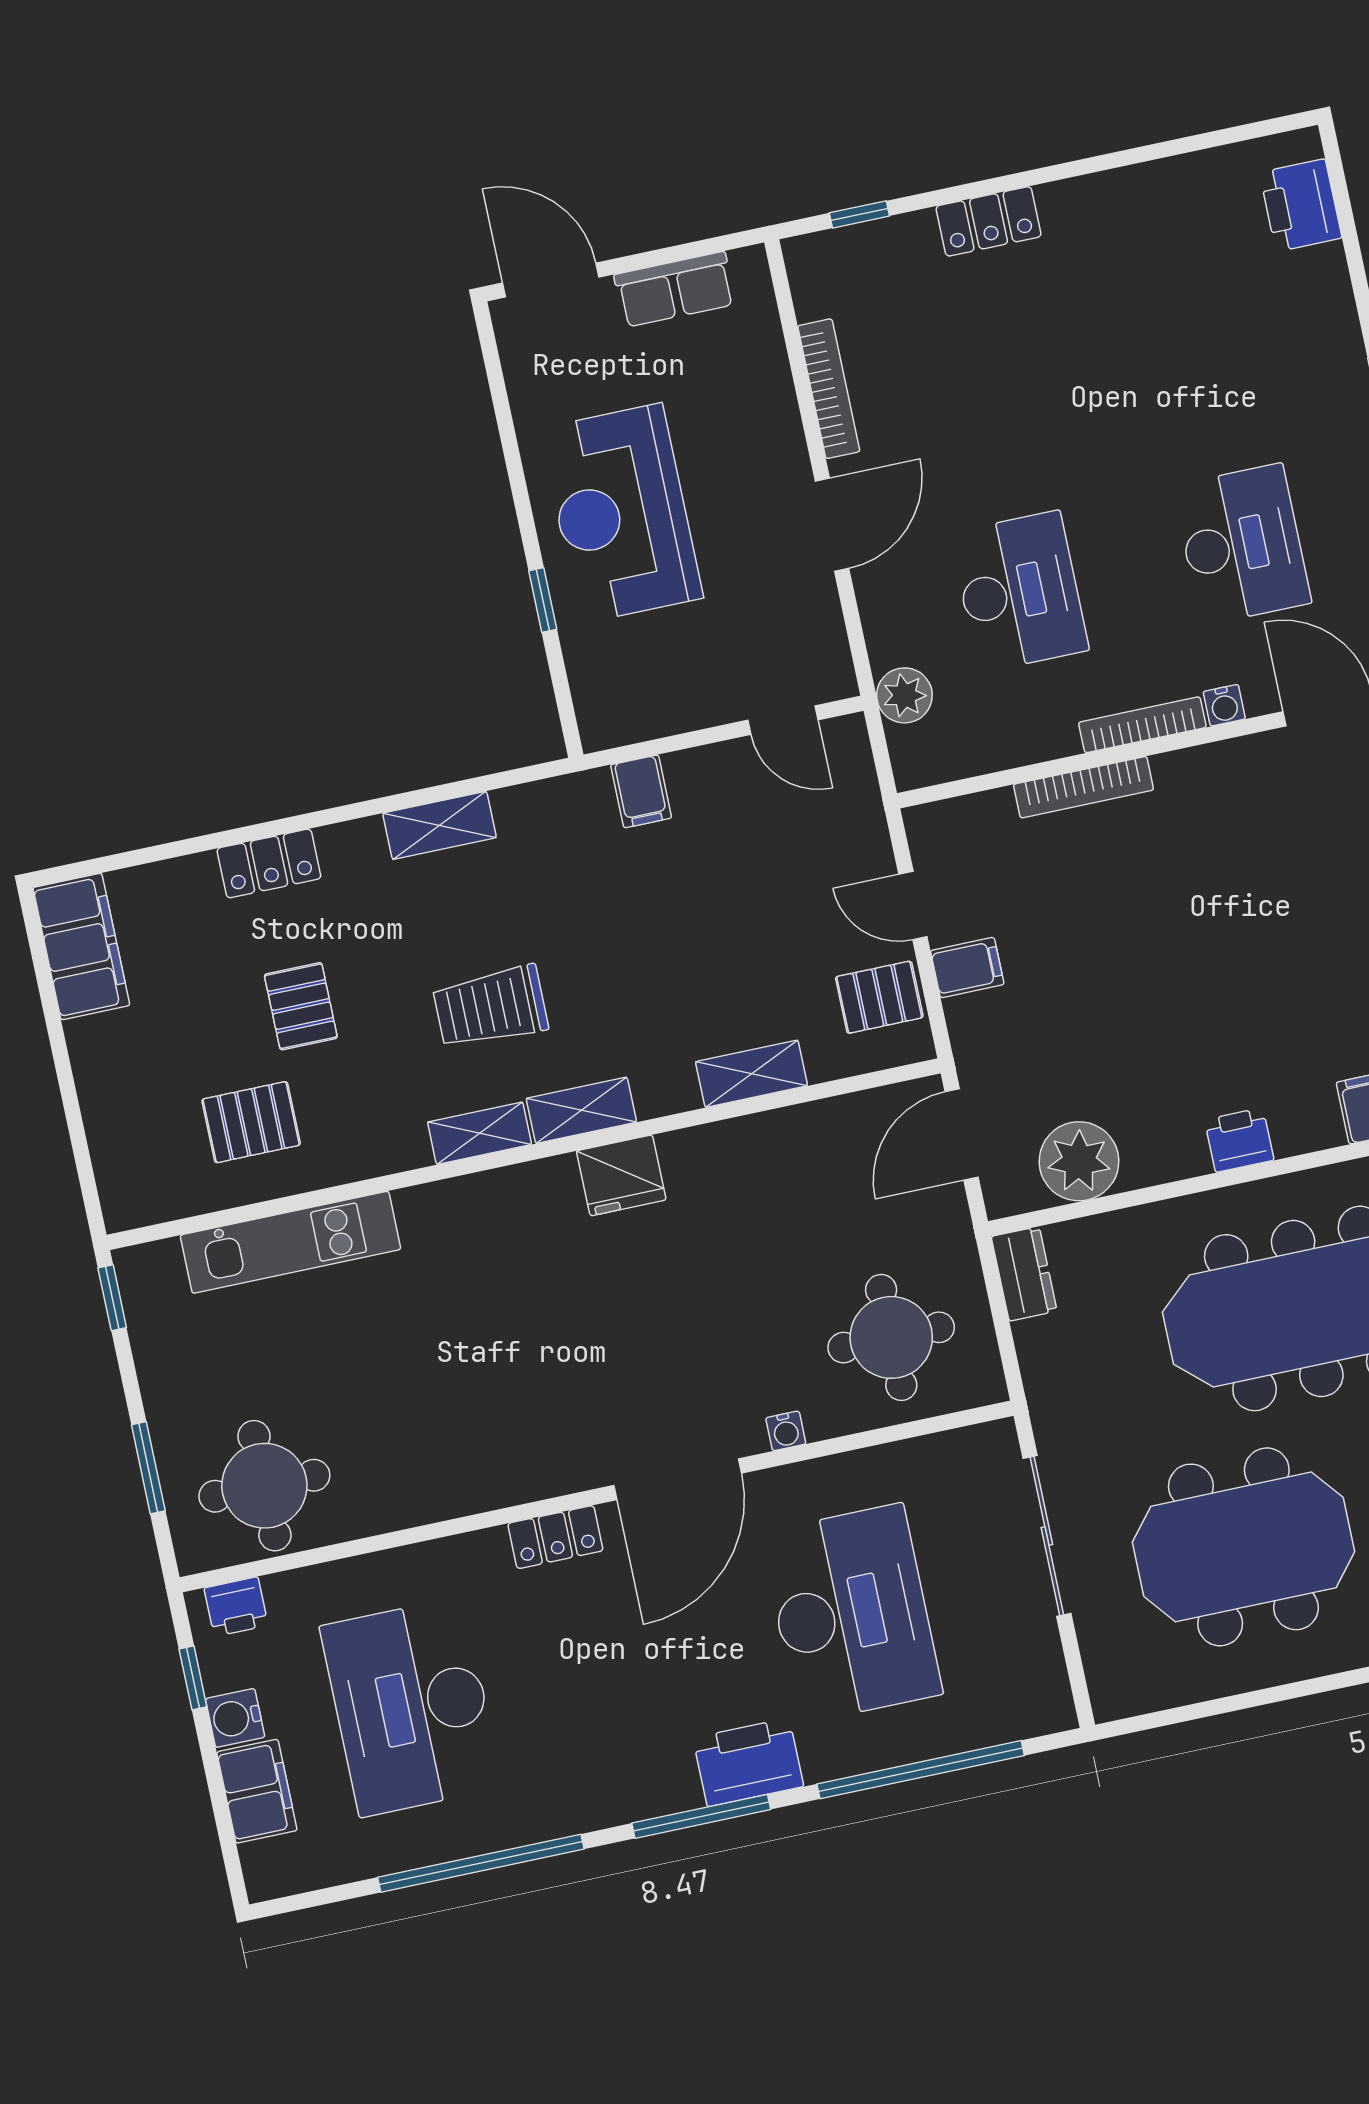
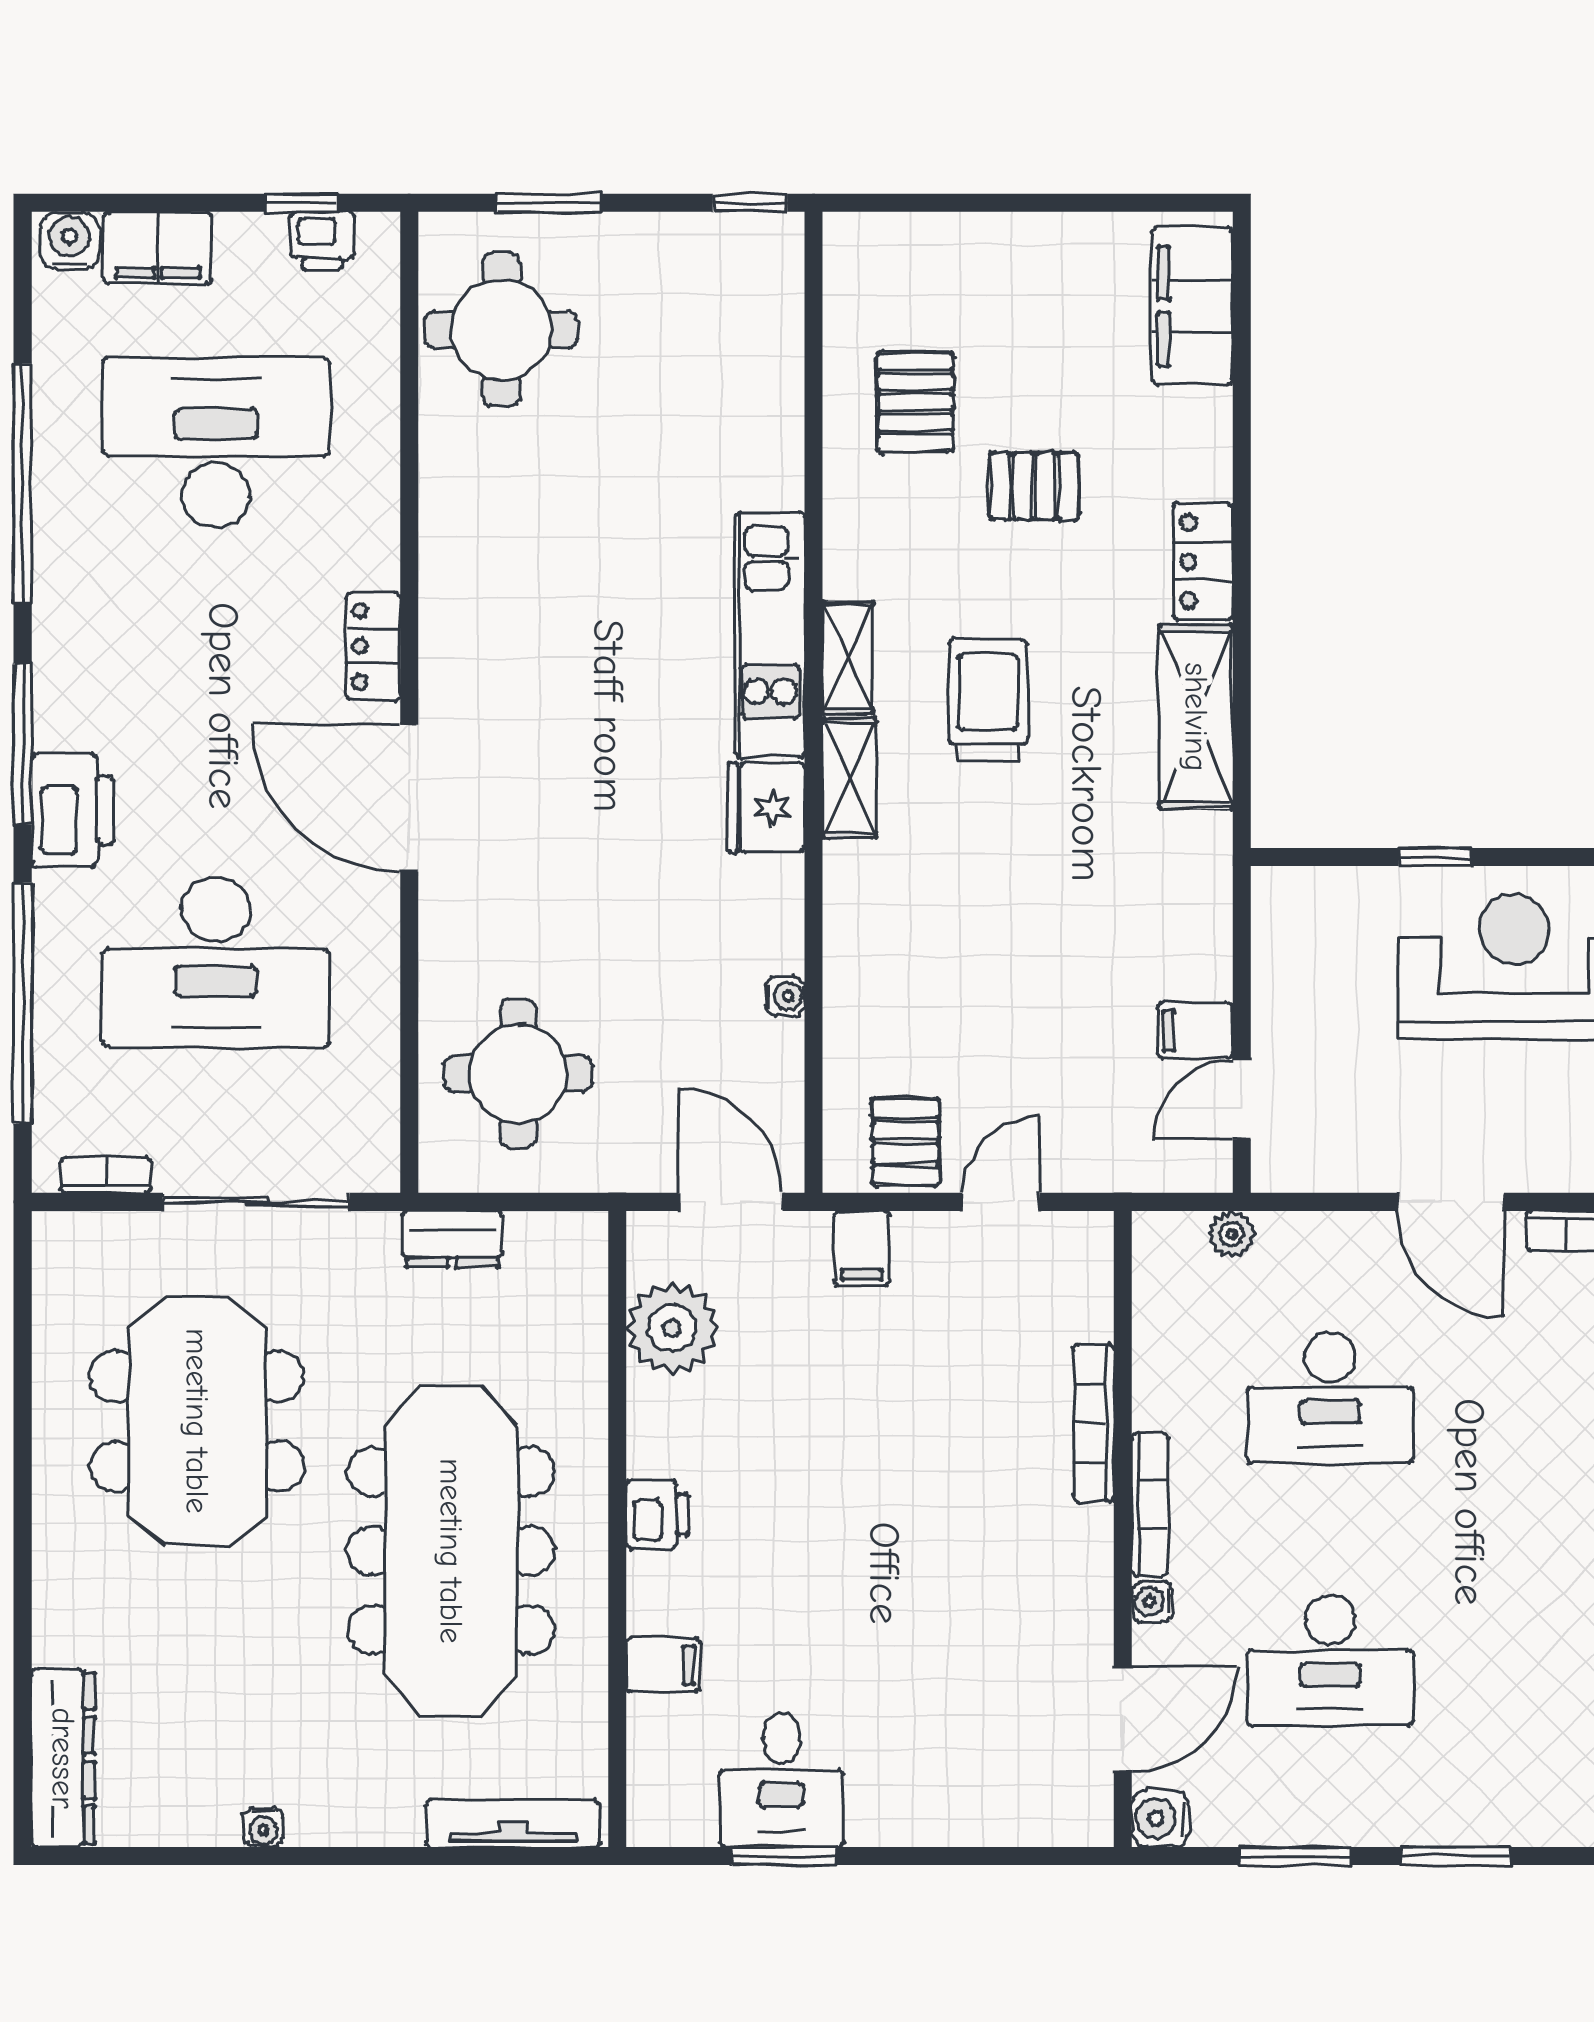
plant: (904, 695) -> (1232, 1234), width x0.73, depth x0.73
filing cabinet: (641, 791) -> (1195, 1030), moved
shelving: (440, 825) -> (1196, 717), width x1.50, depth x1.33
locker: (269, 863) -> (1203, 561), moved
filing cabinet: (81, 946) -> (1192, 306), moved, turned 90
filing cabinet: (967, 967) -> (862, 1248), moved
shelving: (752, 1074) -> (850, 979), removed
kitchen unit: (290, 1242) -> (770, 635), moved
dresser: (1024, 1274) -> (452, 1239), moved
water cooler: (786, 1431) -> (785, 996), moved, turned 180
printer: (236, 1607) -> (322, 241), moved, turned -90
bookcase: (1051, 1668) -> (106, 1175), added
water cooler: (235, 1718) -> (70, 241), moved

